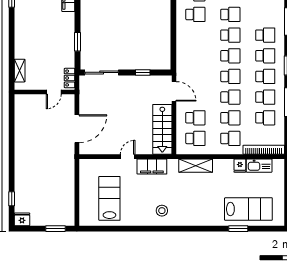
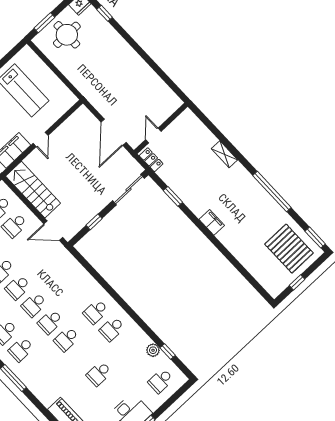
shelving: (20, 71) -> (224, 154), moved
door: (77, 129) -> (114, 132), moved
round table: (48, 208) -> (67, 35), added

